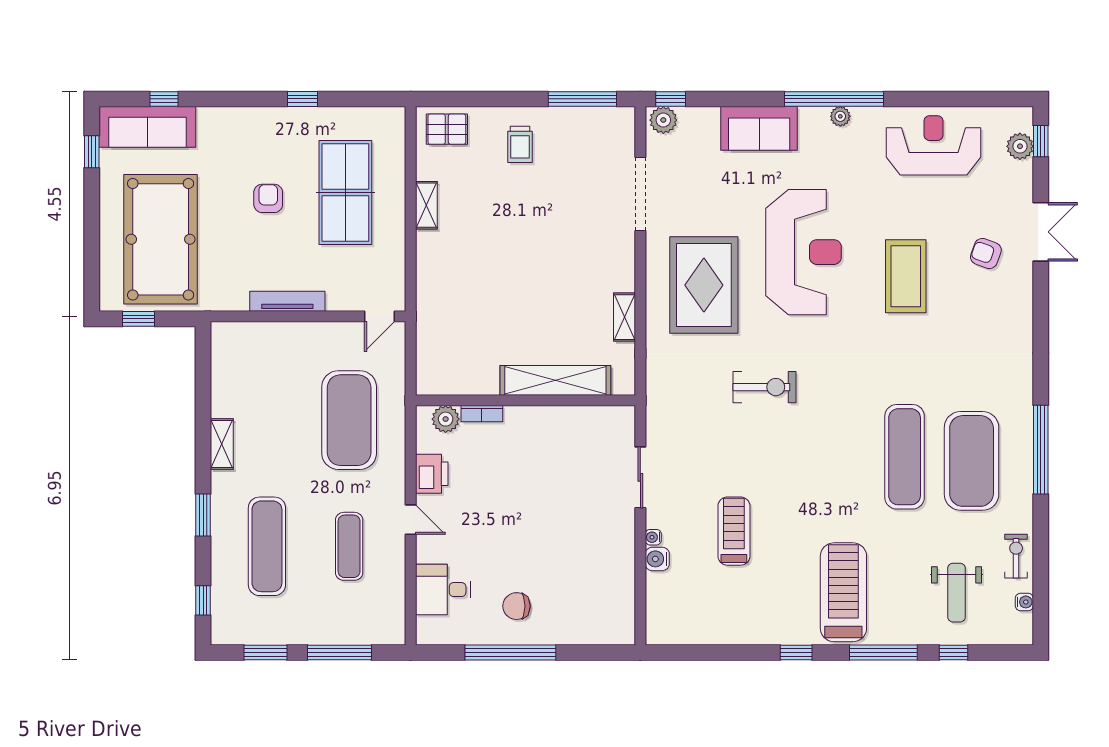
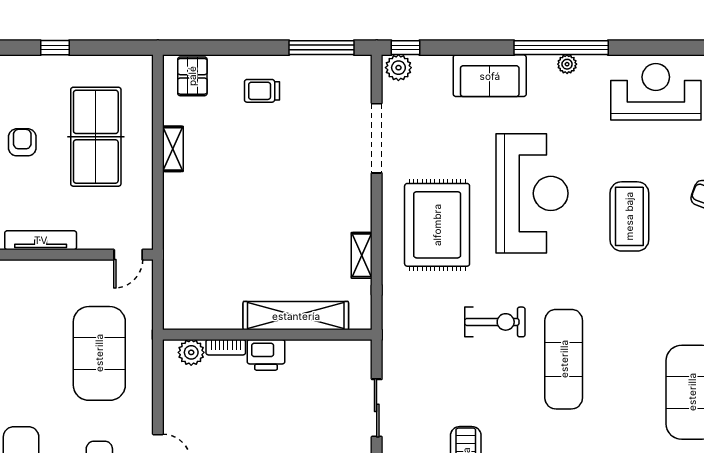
pallet: (447, 129) -> (192, 76), turned 90
trolley: (520, 144) -> (262, 91), turned 90
exercise mat: (905, 457) -> (564, 359), moved
printer: (432, 474) -> (266, 355), moved, turned 90

